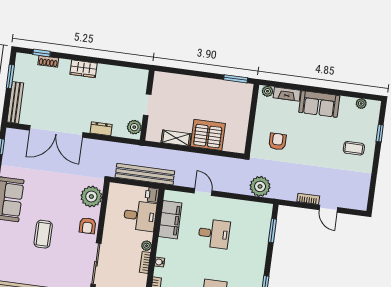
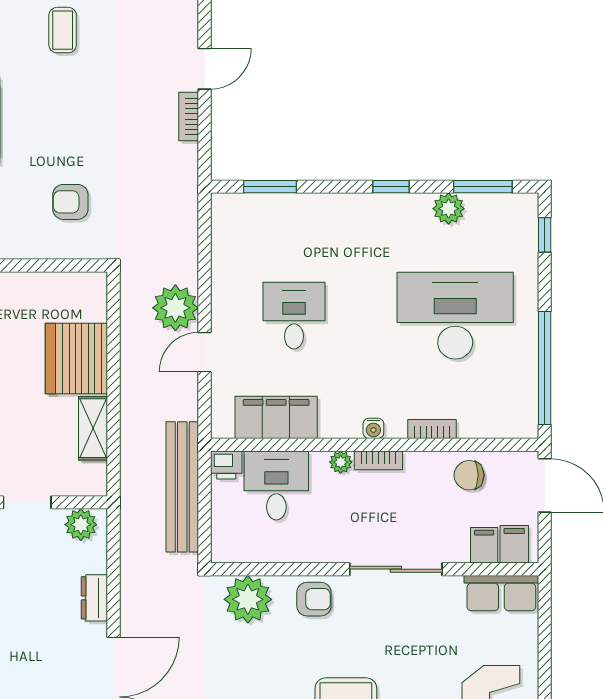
plant: (260, 186) -> (175, 308), moved

